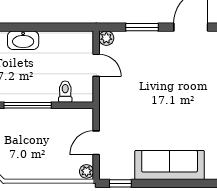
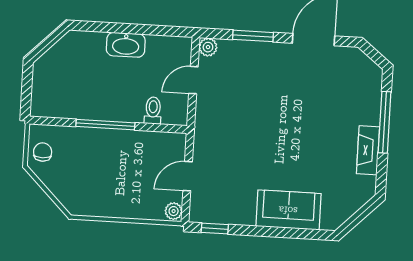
washbasin: (23, 40) -> (126, 45), moved
door: (96, 65) -> (193, 80), swing flipped
sofa: (170, 165) -> (288, 210), width x0.73

